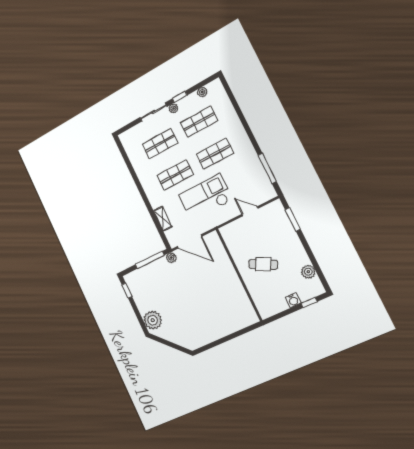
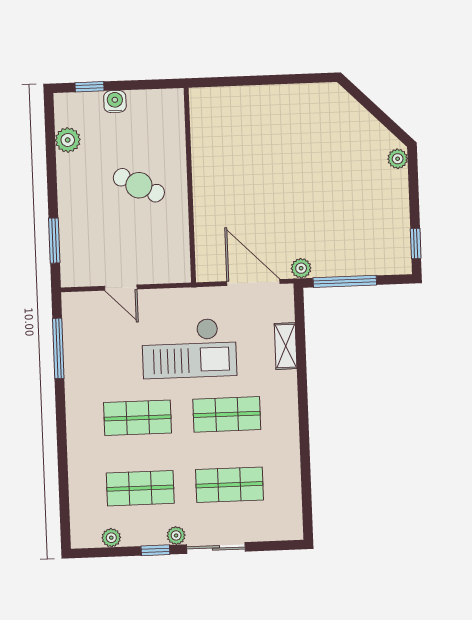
plant: (153, 320) -> (398, 159), width x0.53, depth x0.53

